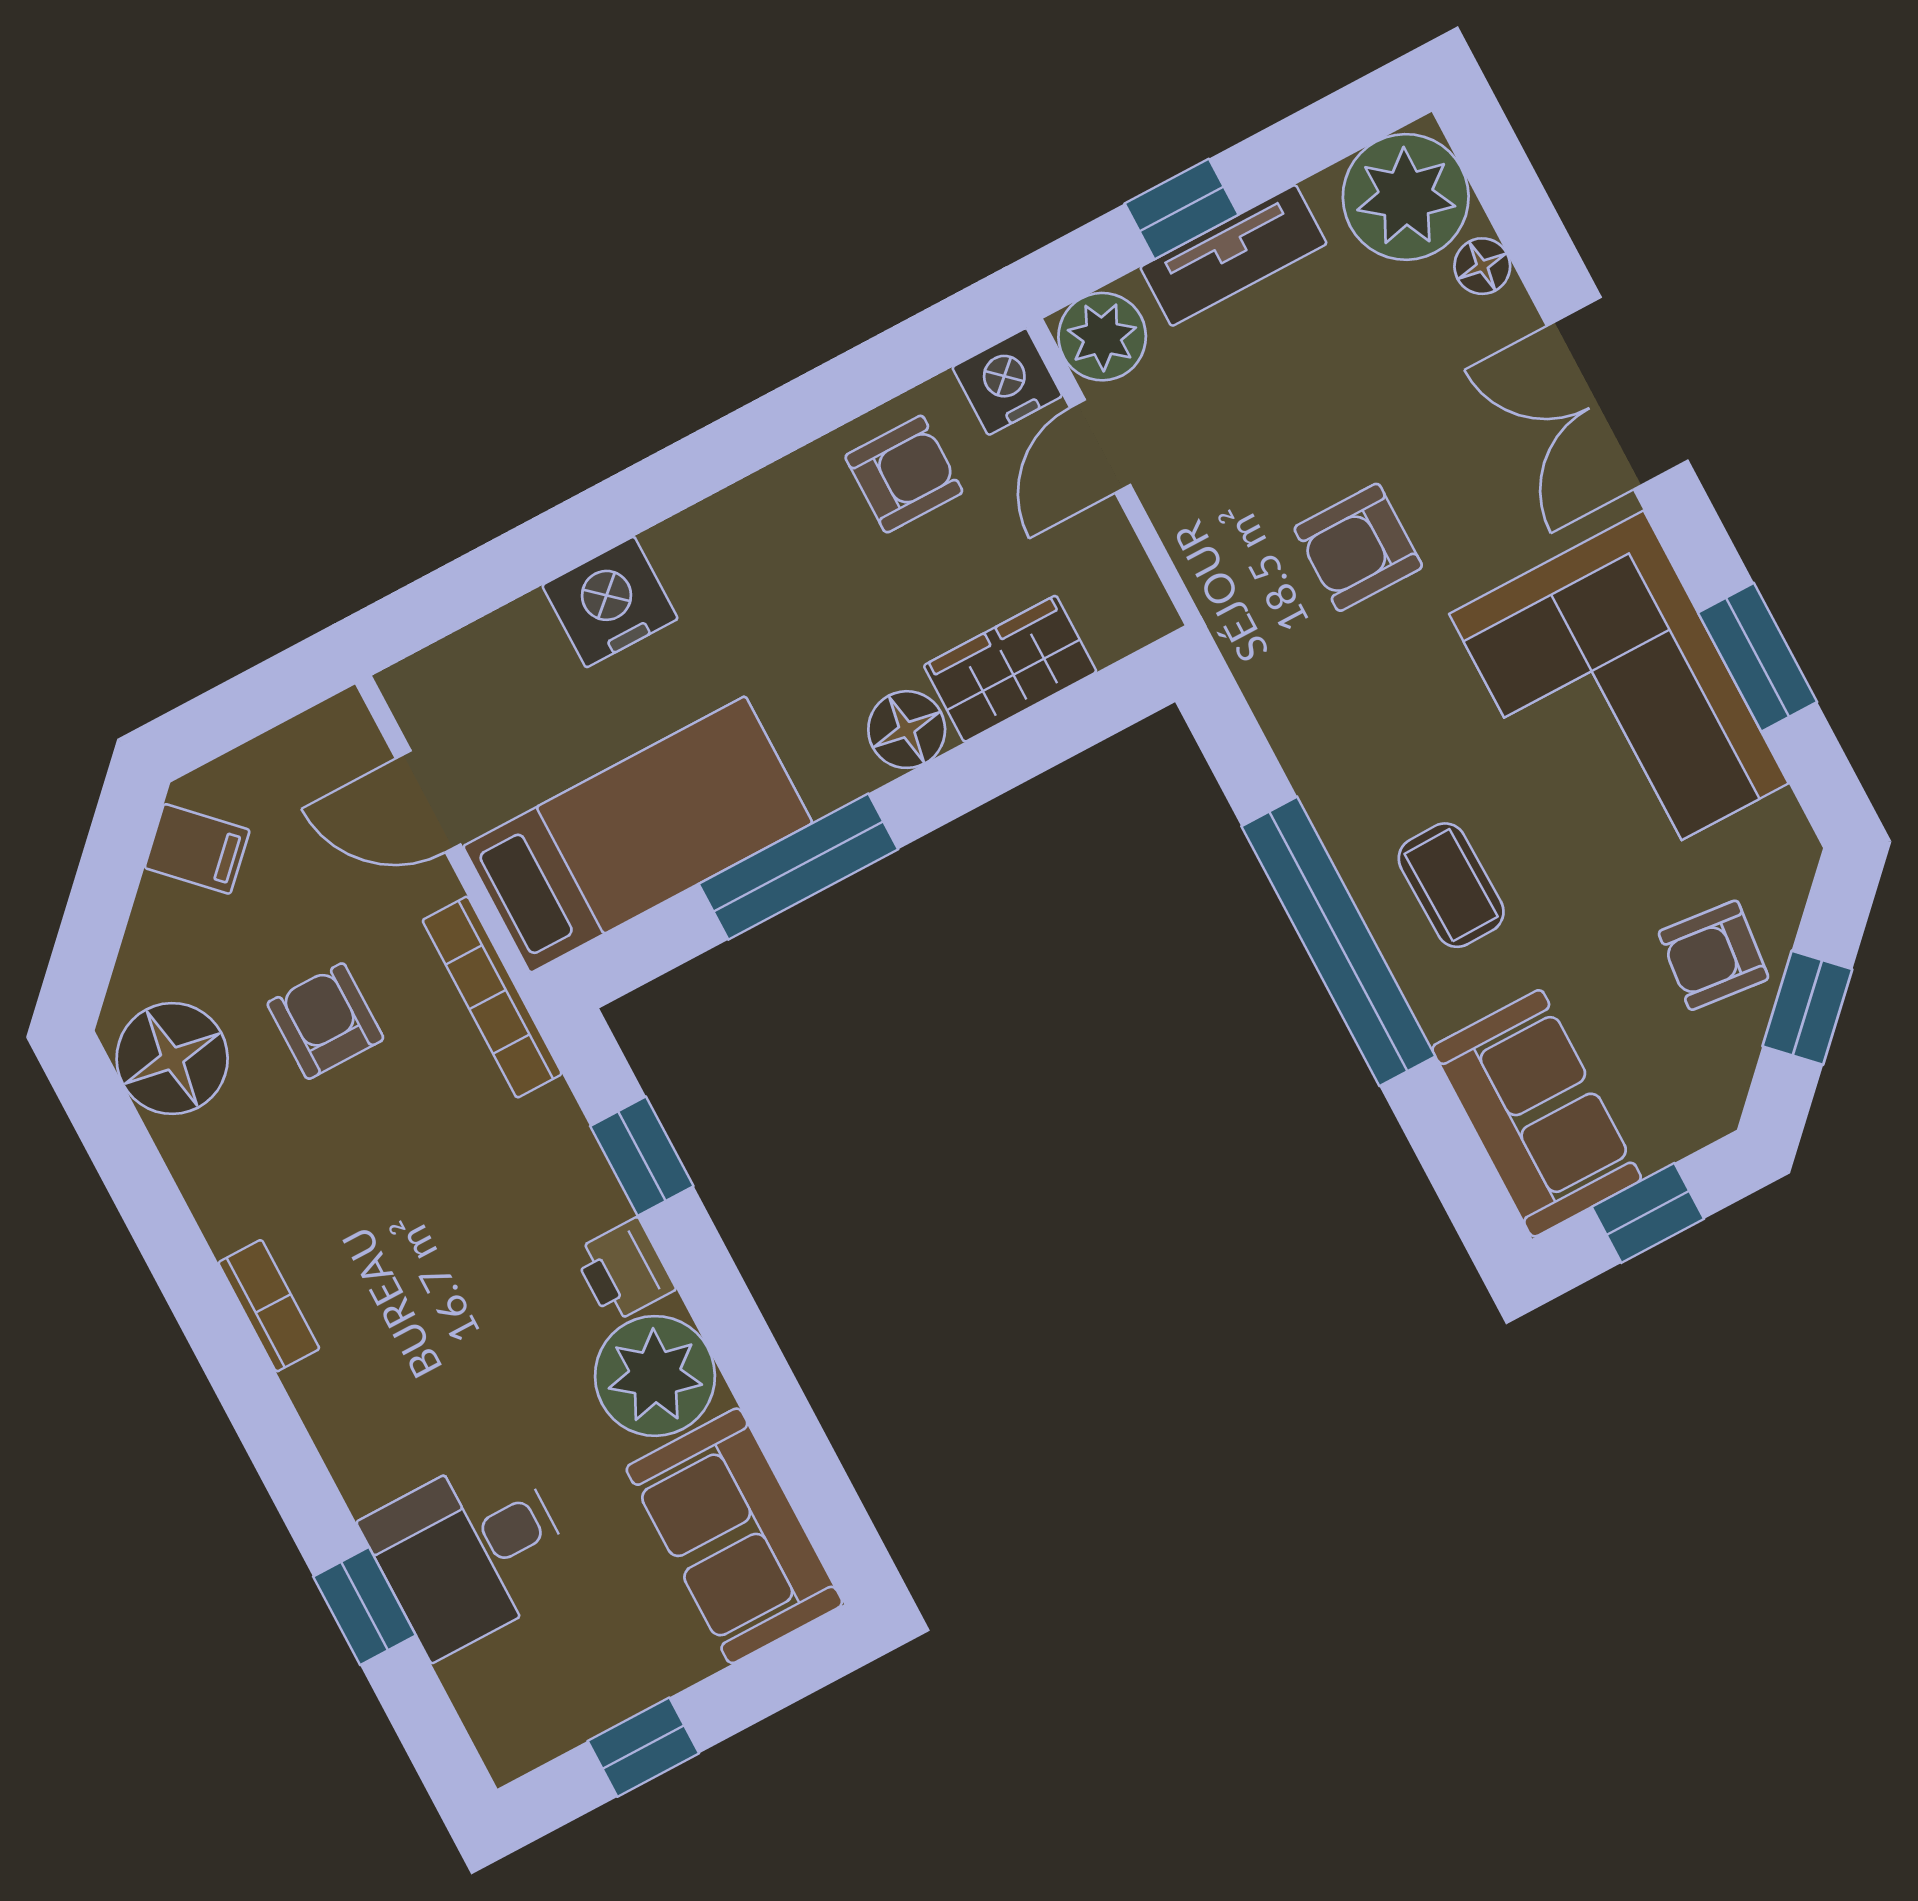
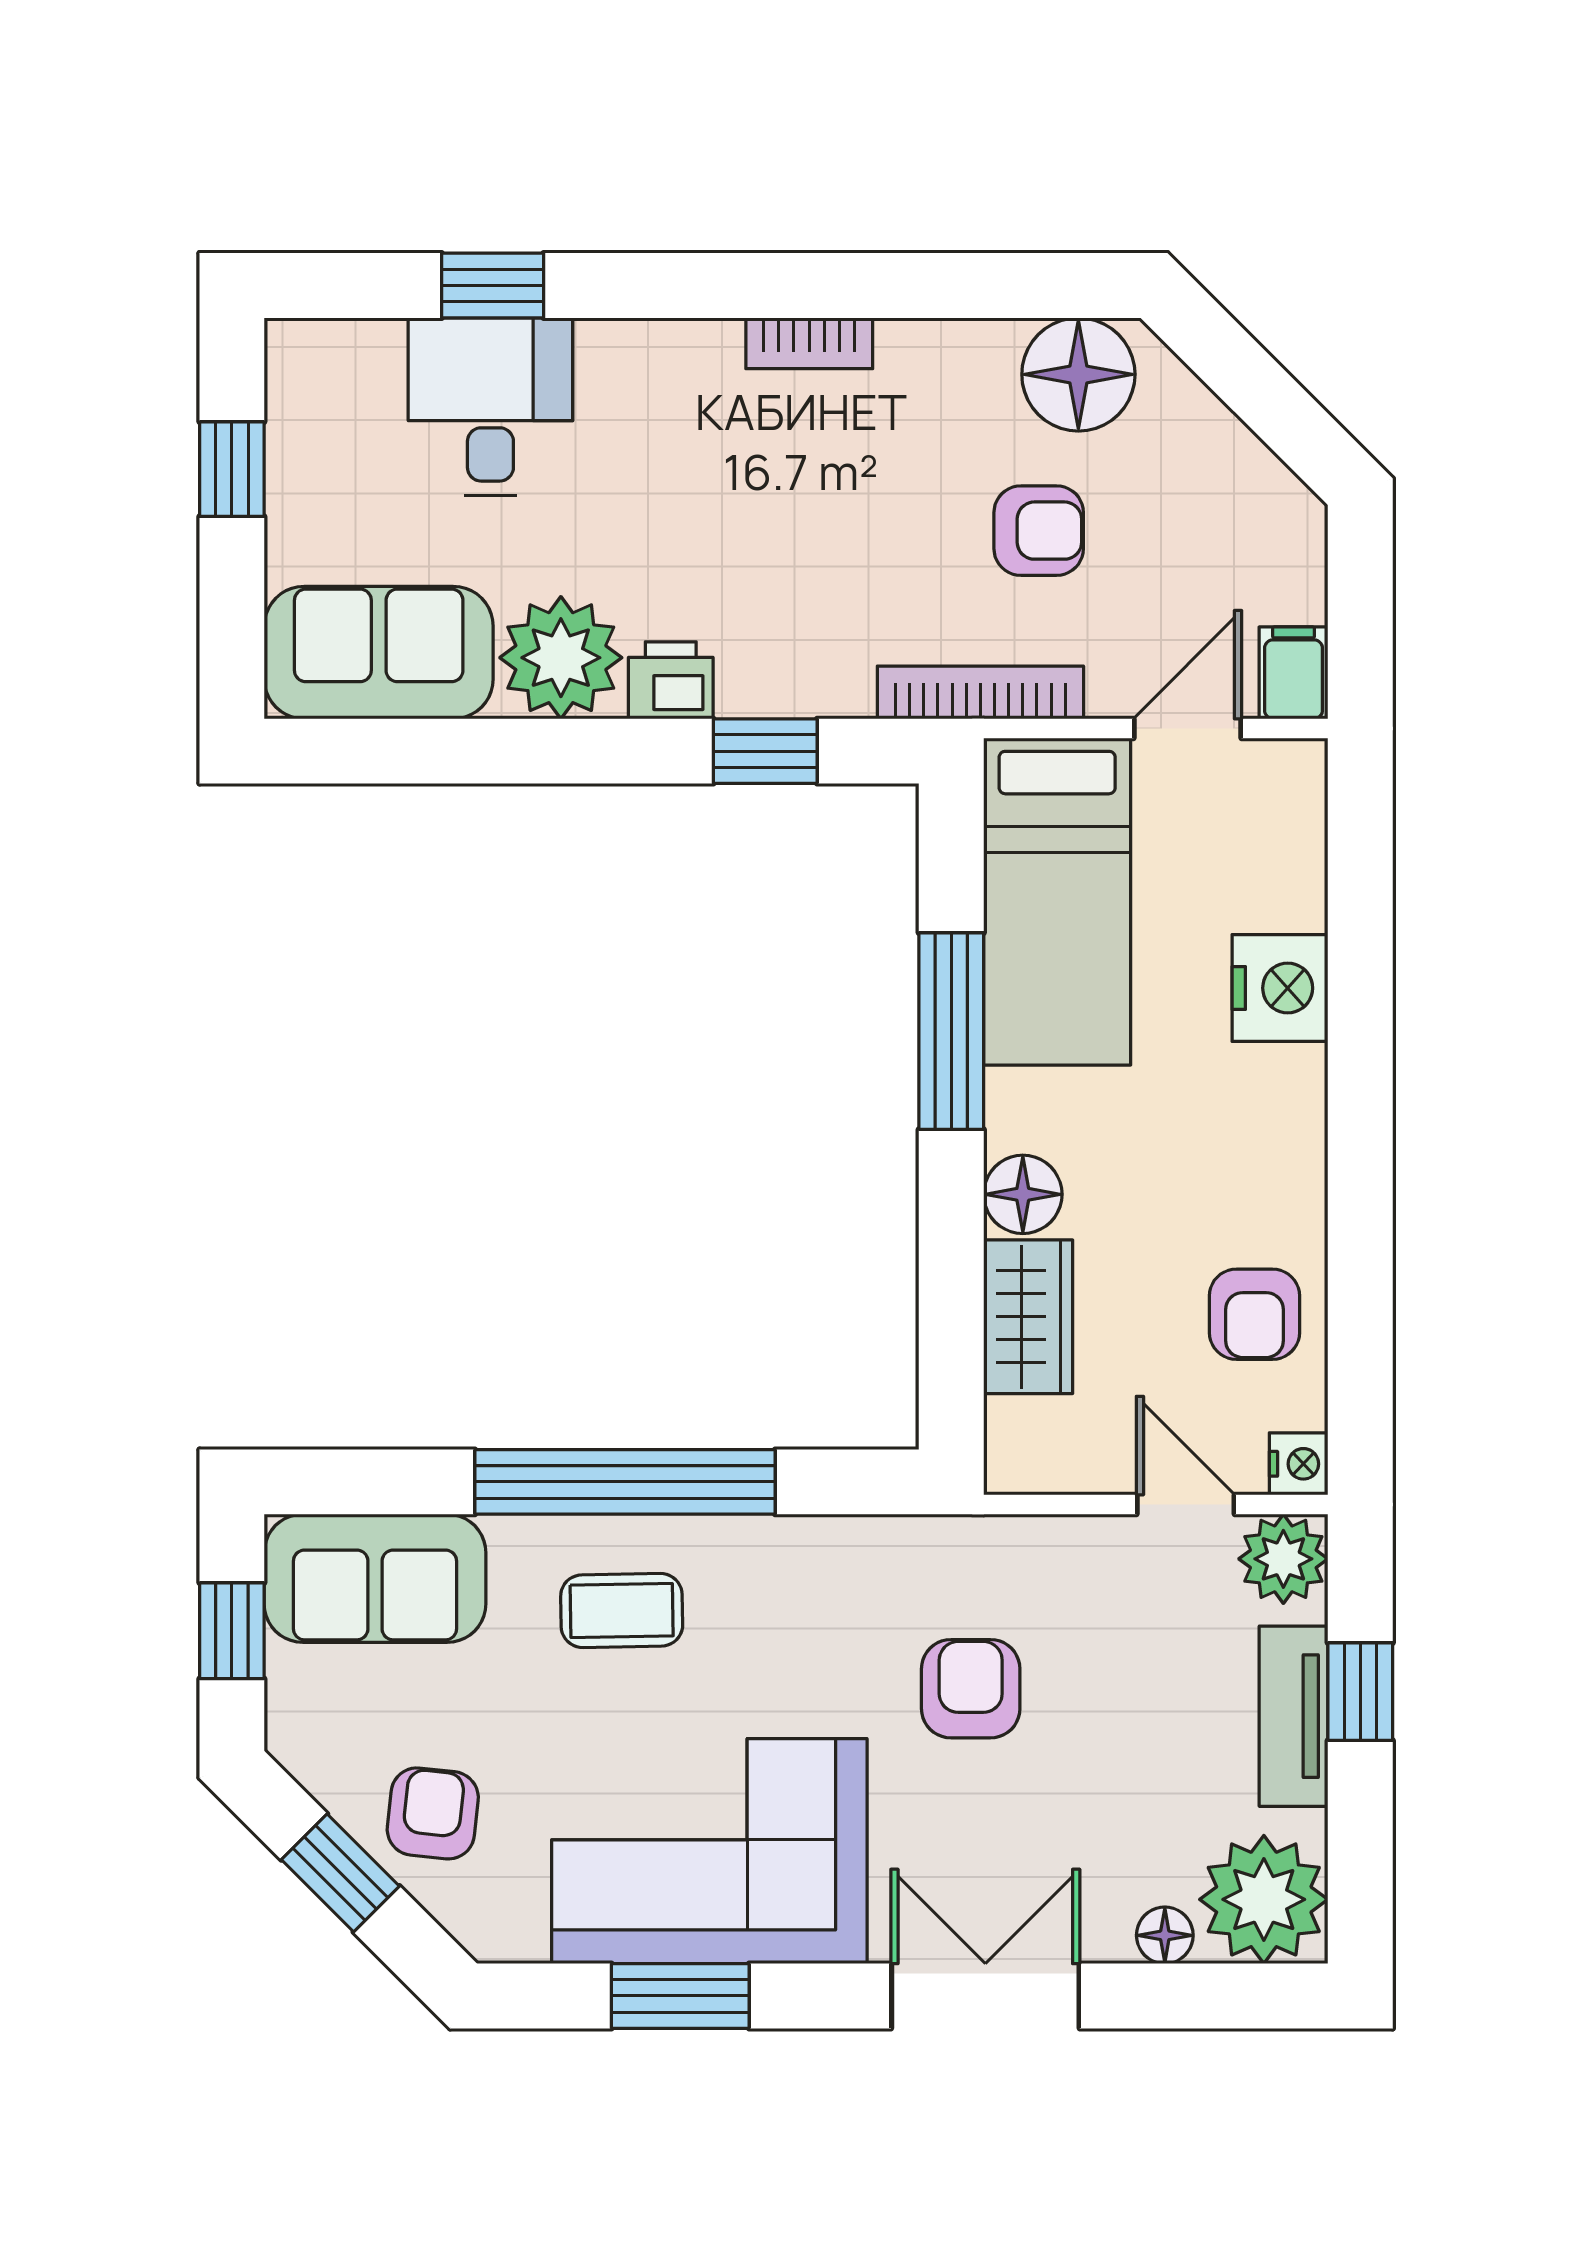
nightstand: (1007, 382) -> (1299, 1464), width x0.72, depth x0.74
filing cabinet: (197, 849) -> (1294, 673), moved, turned 135

